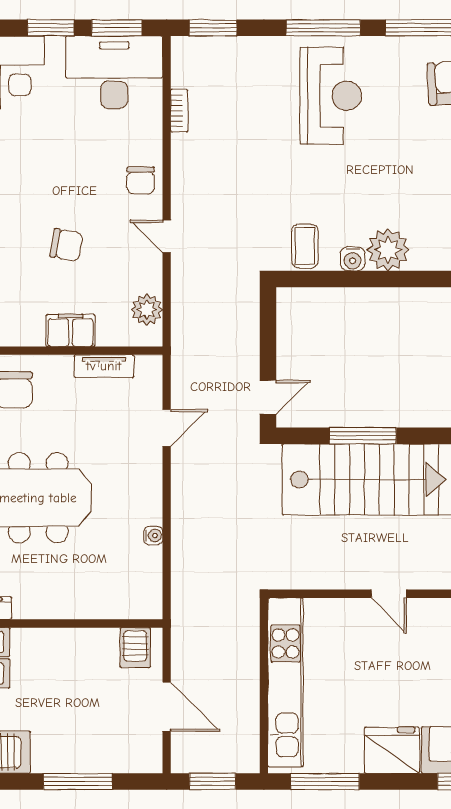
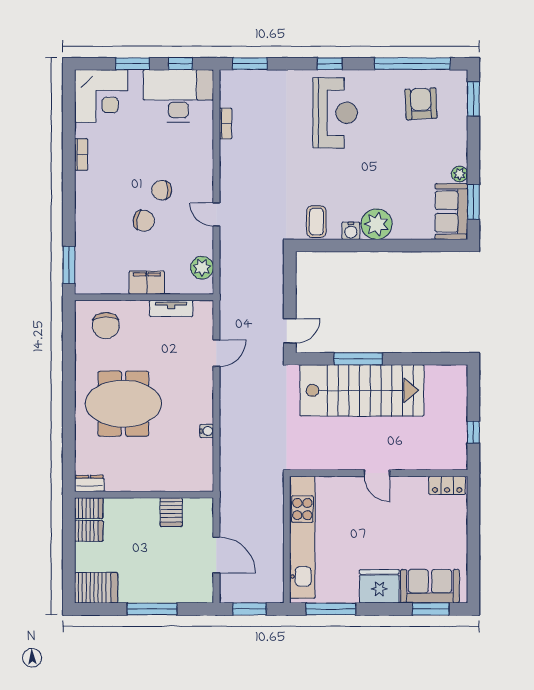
window: (117, 28) -> (180, 64), width x0.67
window: (323, 28) -> (330, 64), width x0.46
chair: (141, 180) -> (162, 190), moved, turned 90
server rack: (135, 648) -> (171, 512), moved

